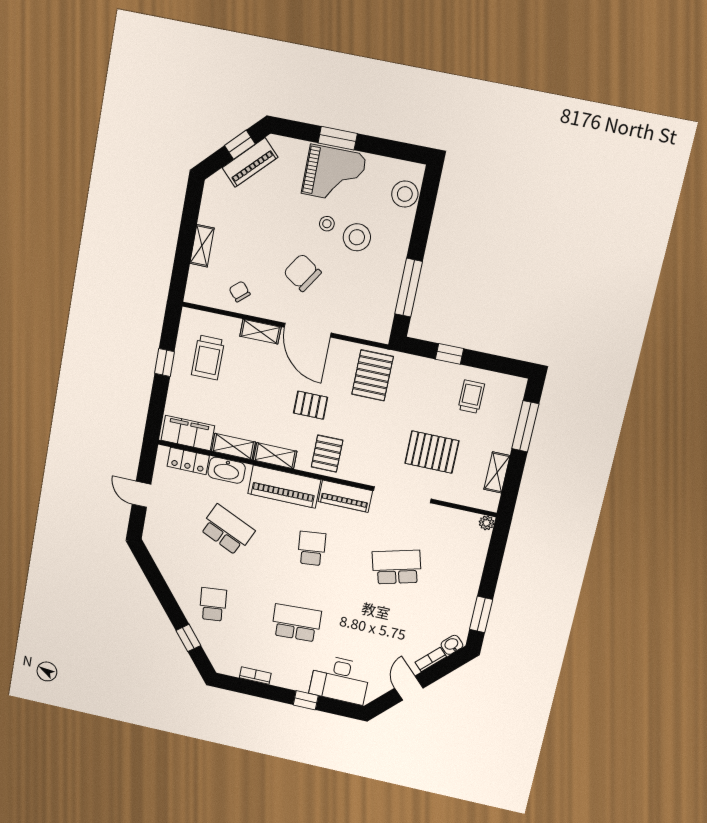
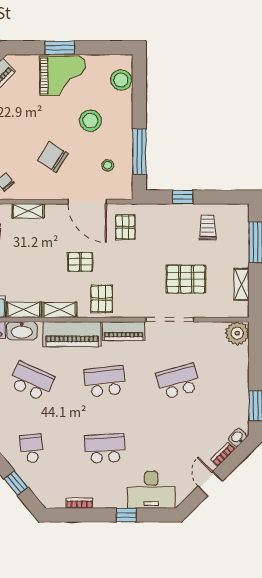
stool: (327, 224) -> (108, 165), moved
door: (308, 330) -> (87, 202), moved
pallet: (373, 375) -> (125, 227), width x0.67, depth x0.71
plant: (487, 523) -> (237, 333), width x1.88, depth x1.88
school desk: (312, 548) -> (105, 381), width x1.85

